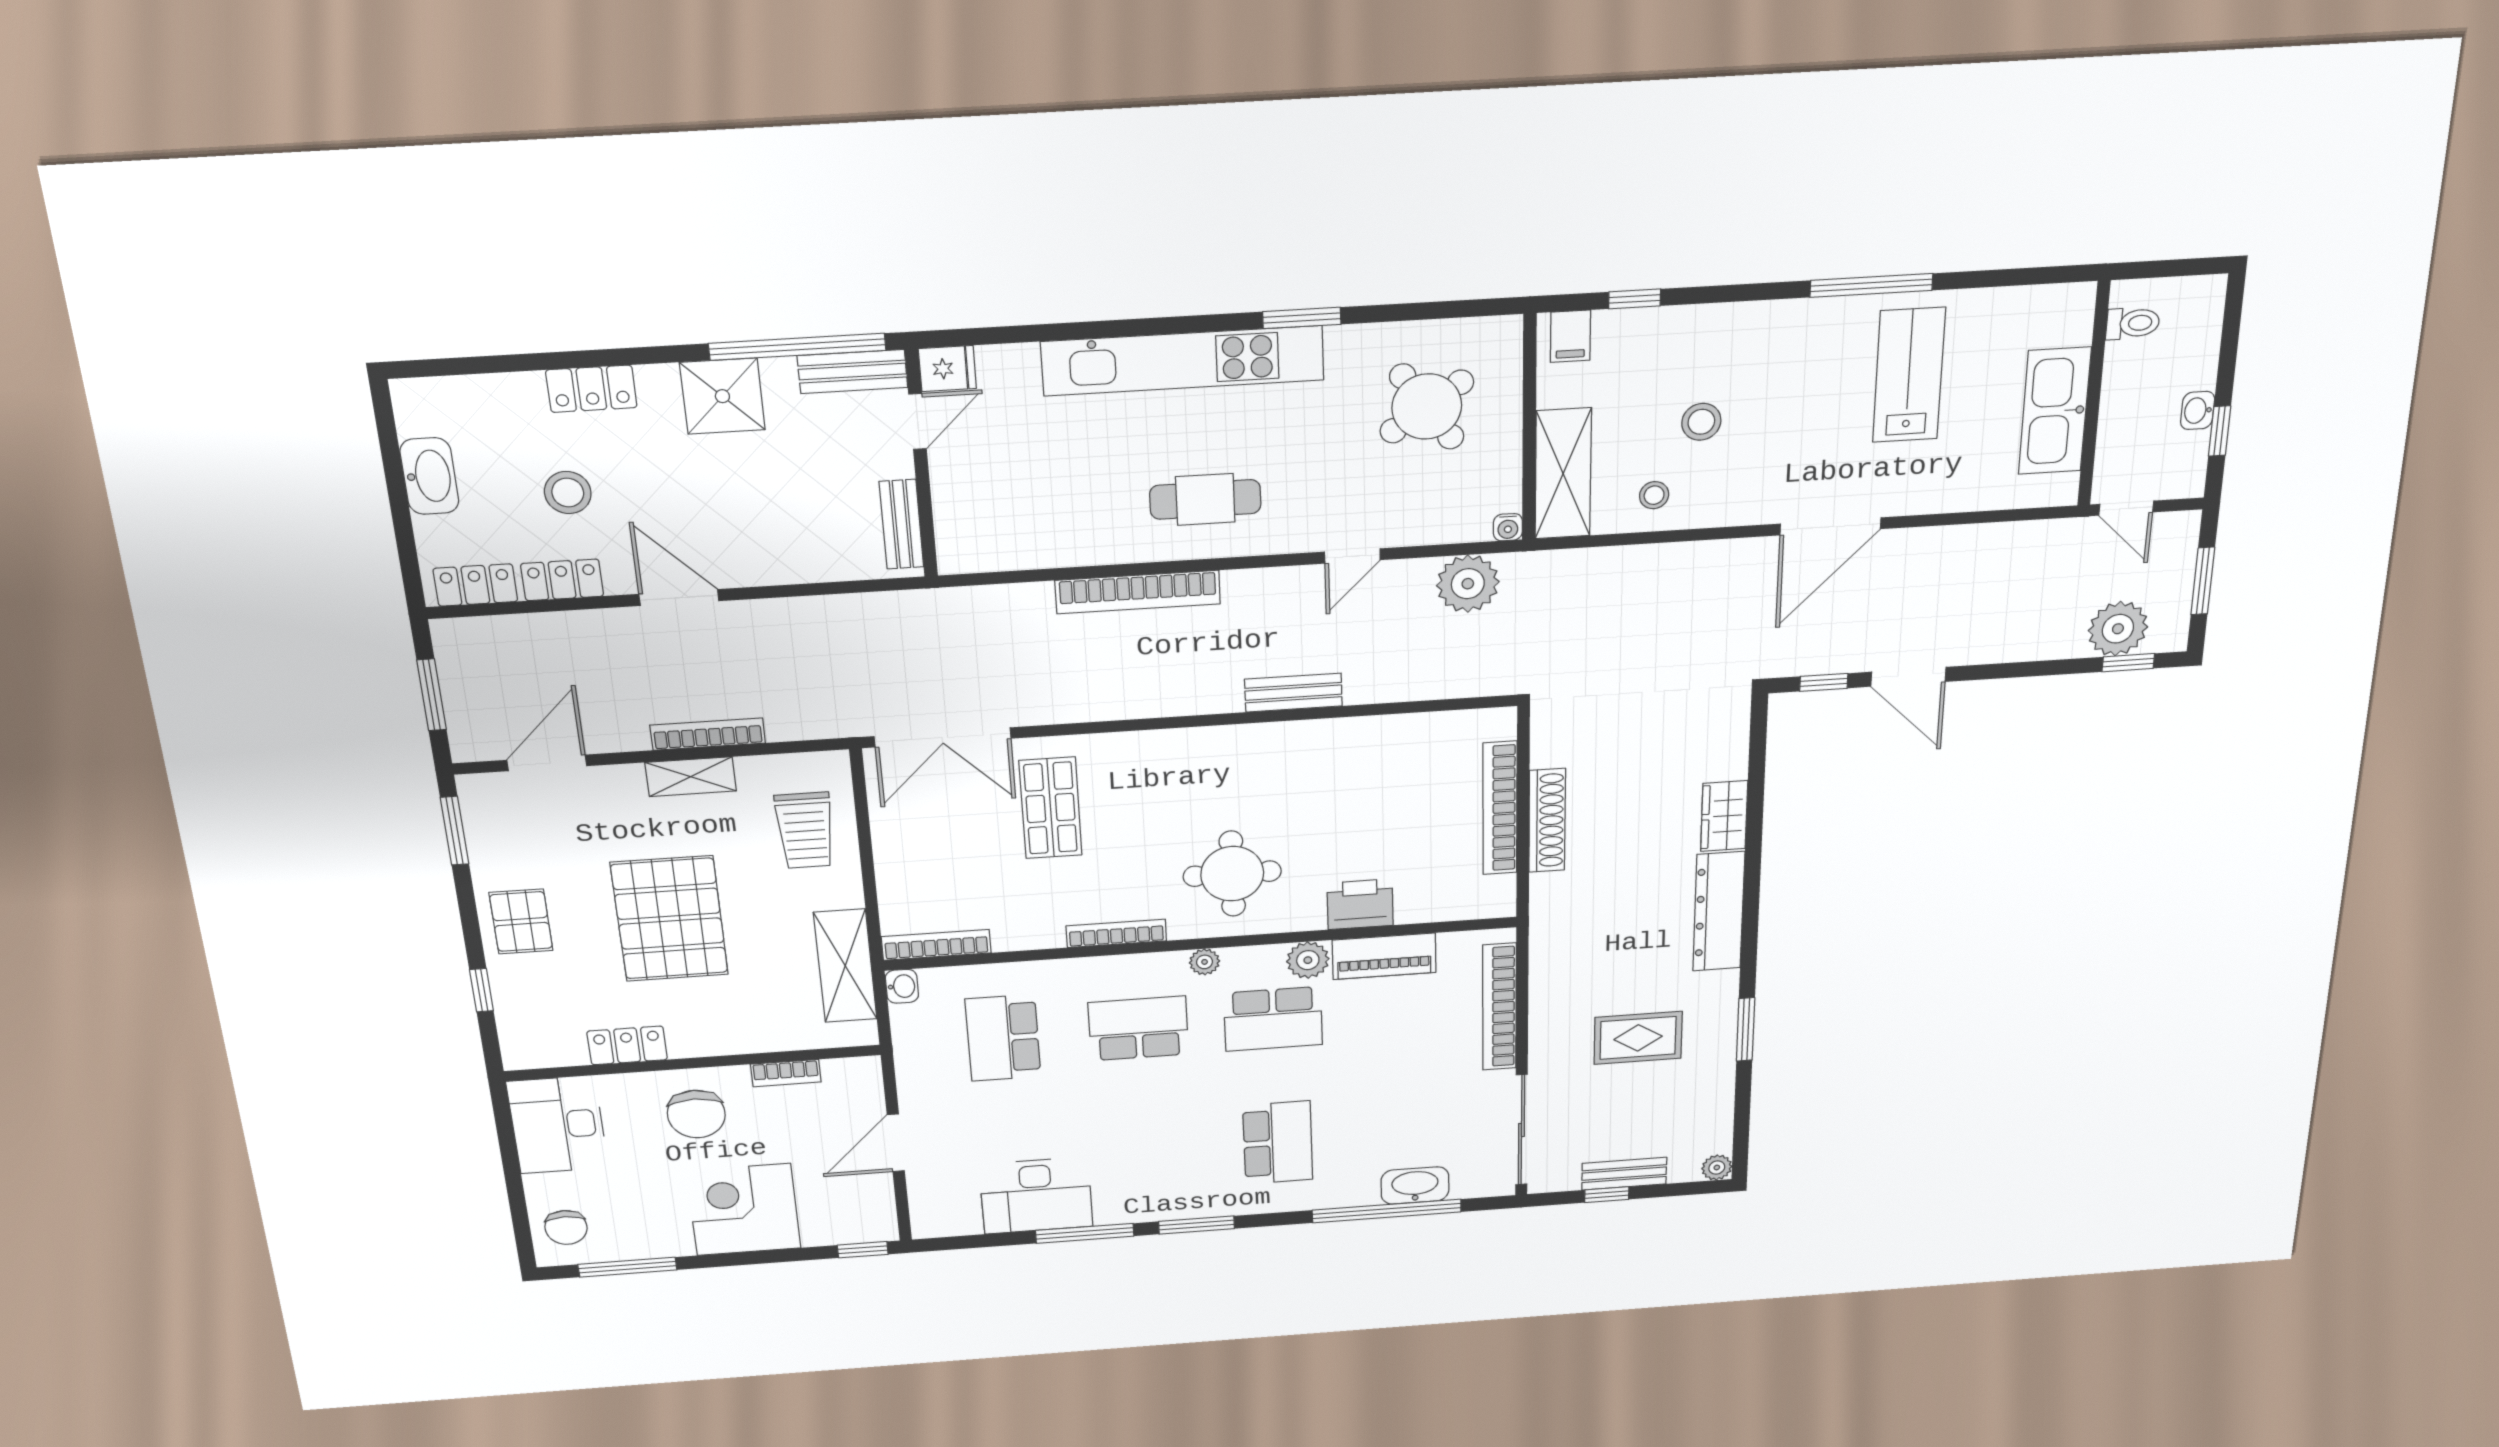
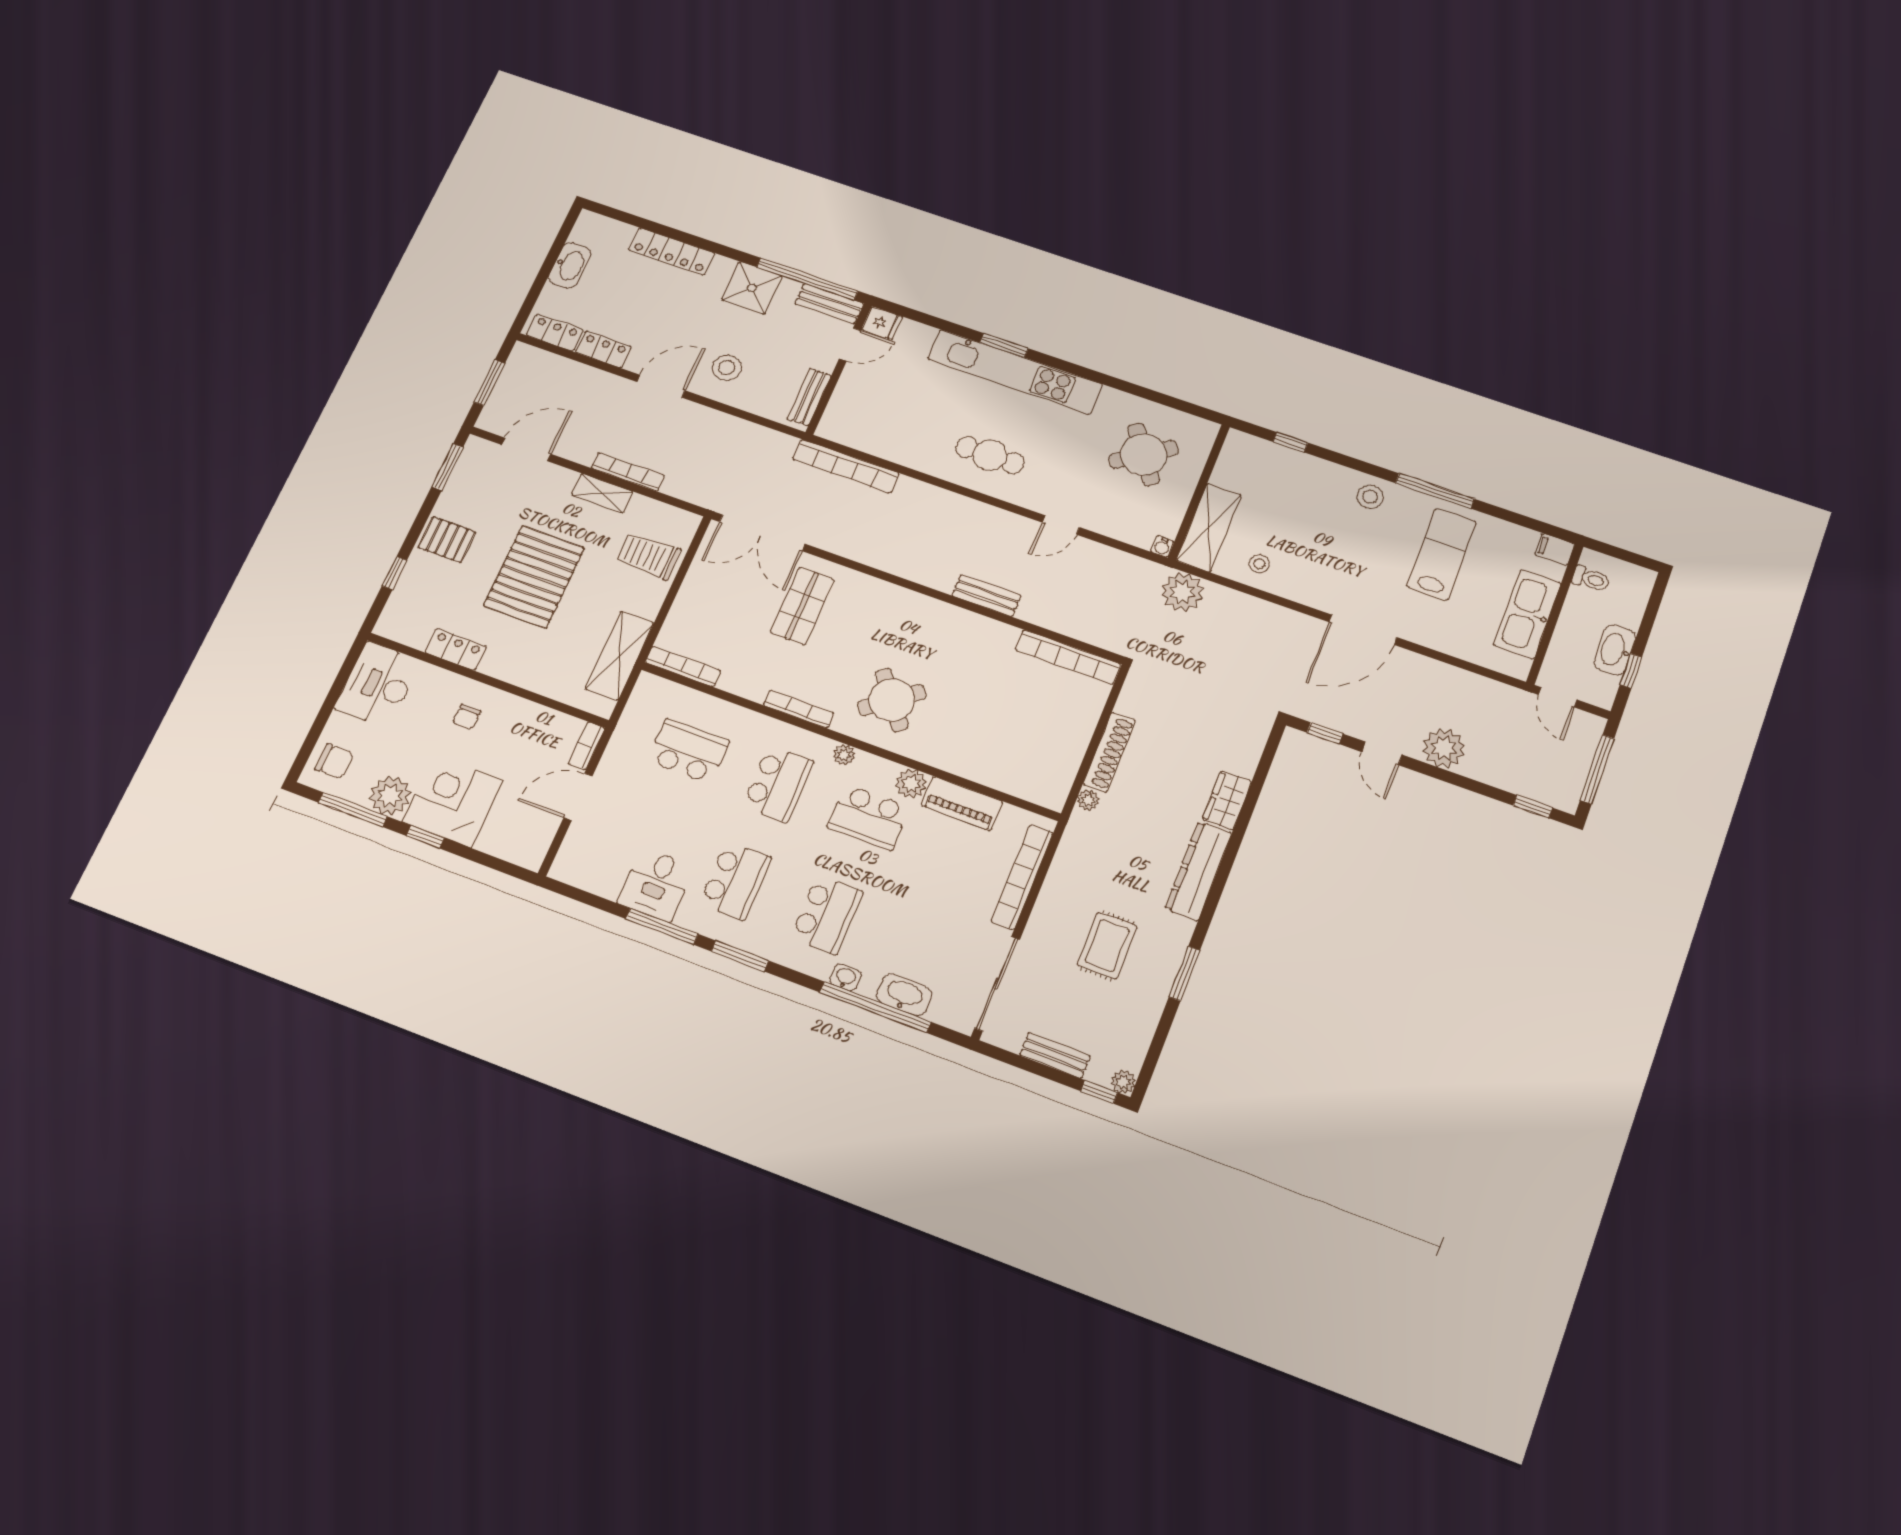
window: (1302, 318) -> (1004, 345), moved
filing cabinet: (1570, 336) -> (1555, 549), moved, turned 90
locker: (591, 389) -> (672, 252), width x1.53
washbasin: (2198, 410) -> (1615, 650), width x1.91, depth x1.45
stool: (1701, 422) -> (1370, 497), moved
stool: (568, 493) -> (727, 368), moved
window: (2203, 581) -> (1597, 769), width x1.44
plant: (1468, 584) -> (1182, 592), moved
bookcase: (1138, 592) -> (846, 466), moved
door: (679, 598) -> (661, 386), hinge flipped
plant: (2118, 629) -> (1444, 748), moved
door: (1908, 677) -> (1382, 753), width x0.73
bookcase: (1500, 808) -> (1068, 657), moved, turned -90
trolley: (805, 830) -> (648, 556), turned 90
round table: (1232, 874) -> (892, 700), turned -38
plant: (1544, 887) -> (1088, 800), added
printer: (1360, 904) -> (963, 758), removed
pallet: (521, 922) -> (447, 540), turned 90
washbasin: (902, 986) -> (845, 977), moved, turned -90
school desk: (1138, 1028) -> (778, 784), turned 90
school desk: (1003, 1038) -> (688, 751), turned 90
rug: (1638, 1038) -> (1107, 946), turned 90
bookcase: (786, 1073) -> (587, 746), moved, turned 90
chair: (696, 1114) -> (467, 717), width x0.54, depth x0.54
school desk: (1146, 1152) -> (735, 881), added
desk: (1036, 1195) -> (656, 884), width x0.73
window: (1607, 1195) -> (1099, 1092), moved
chair: (566, 1227) -> (334, 761), turned -90
plant: (662, 1235) -> (390, 796), added
window: (863, 1250) -> (425, 837), moved

